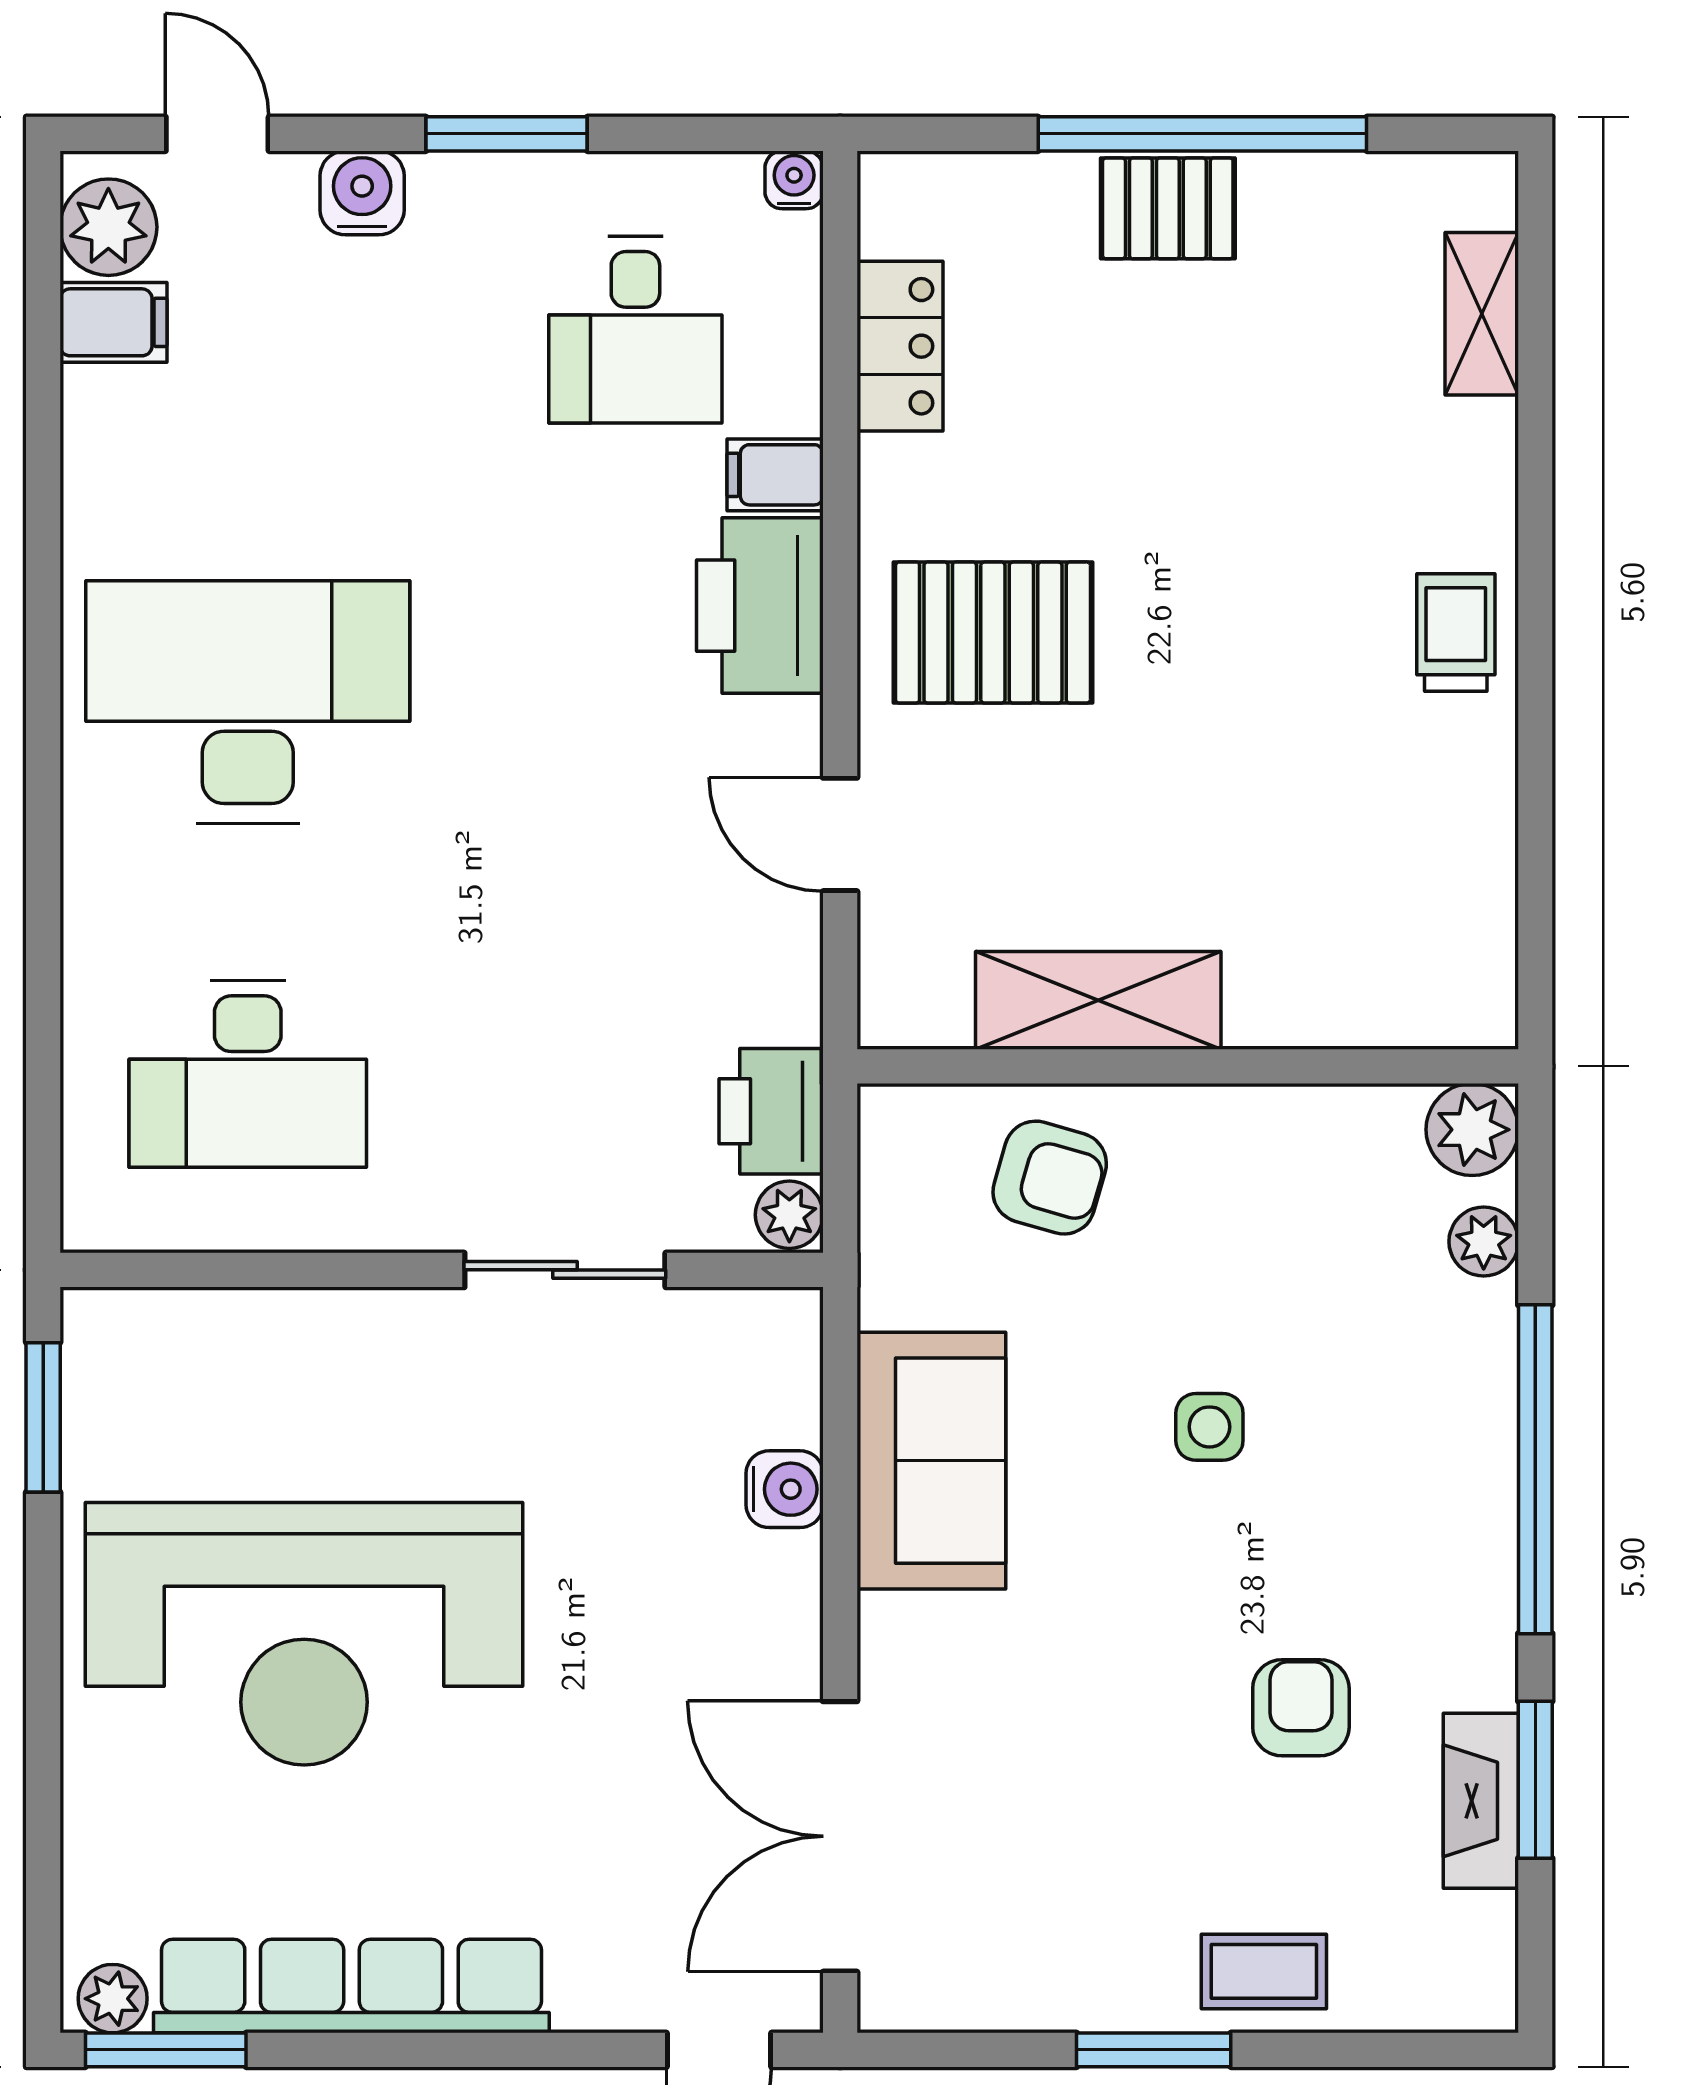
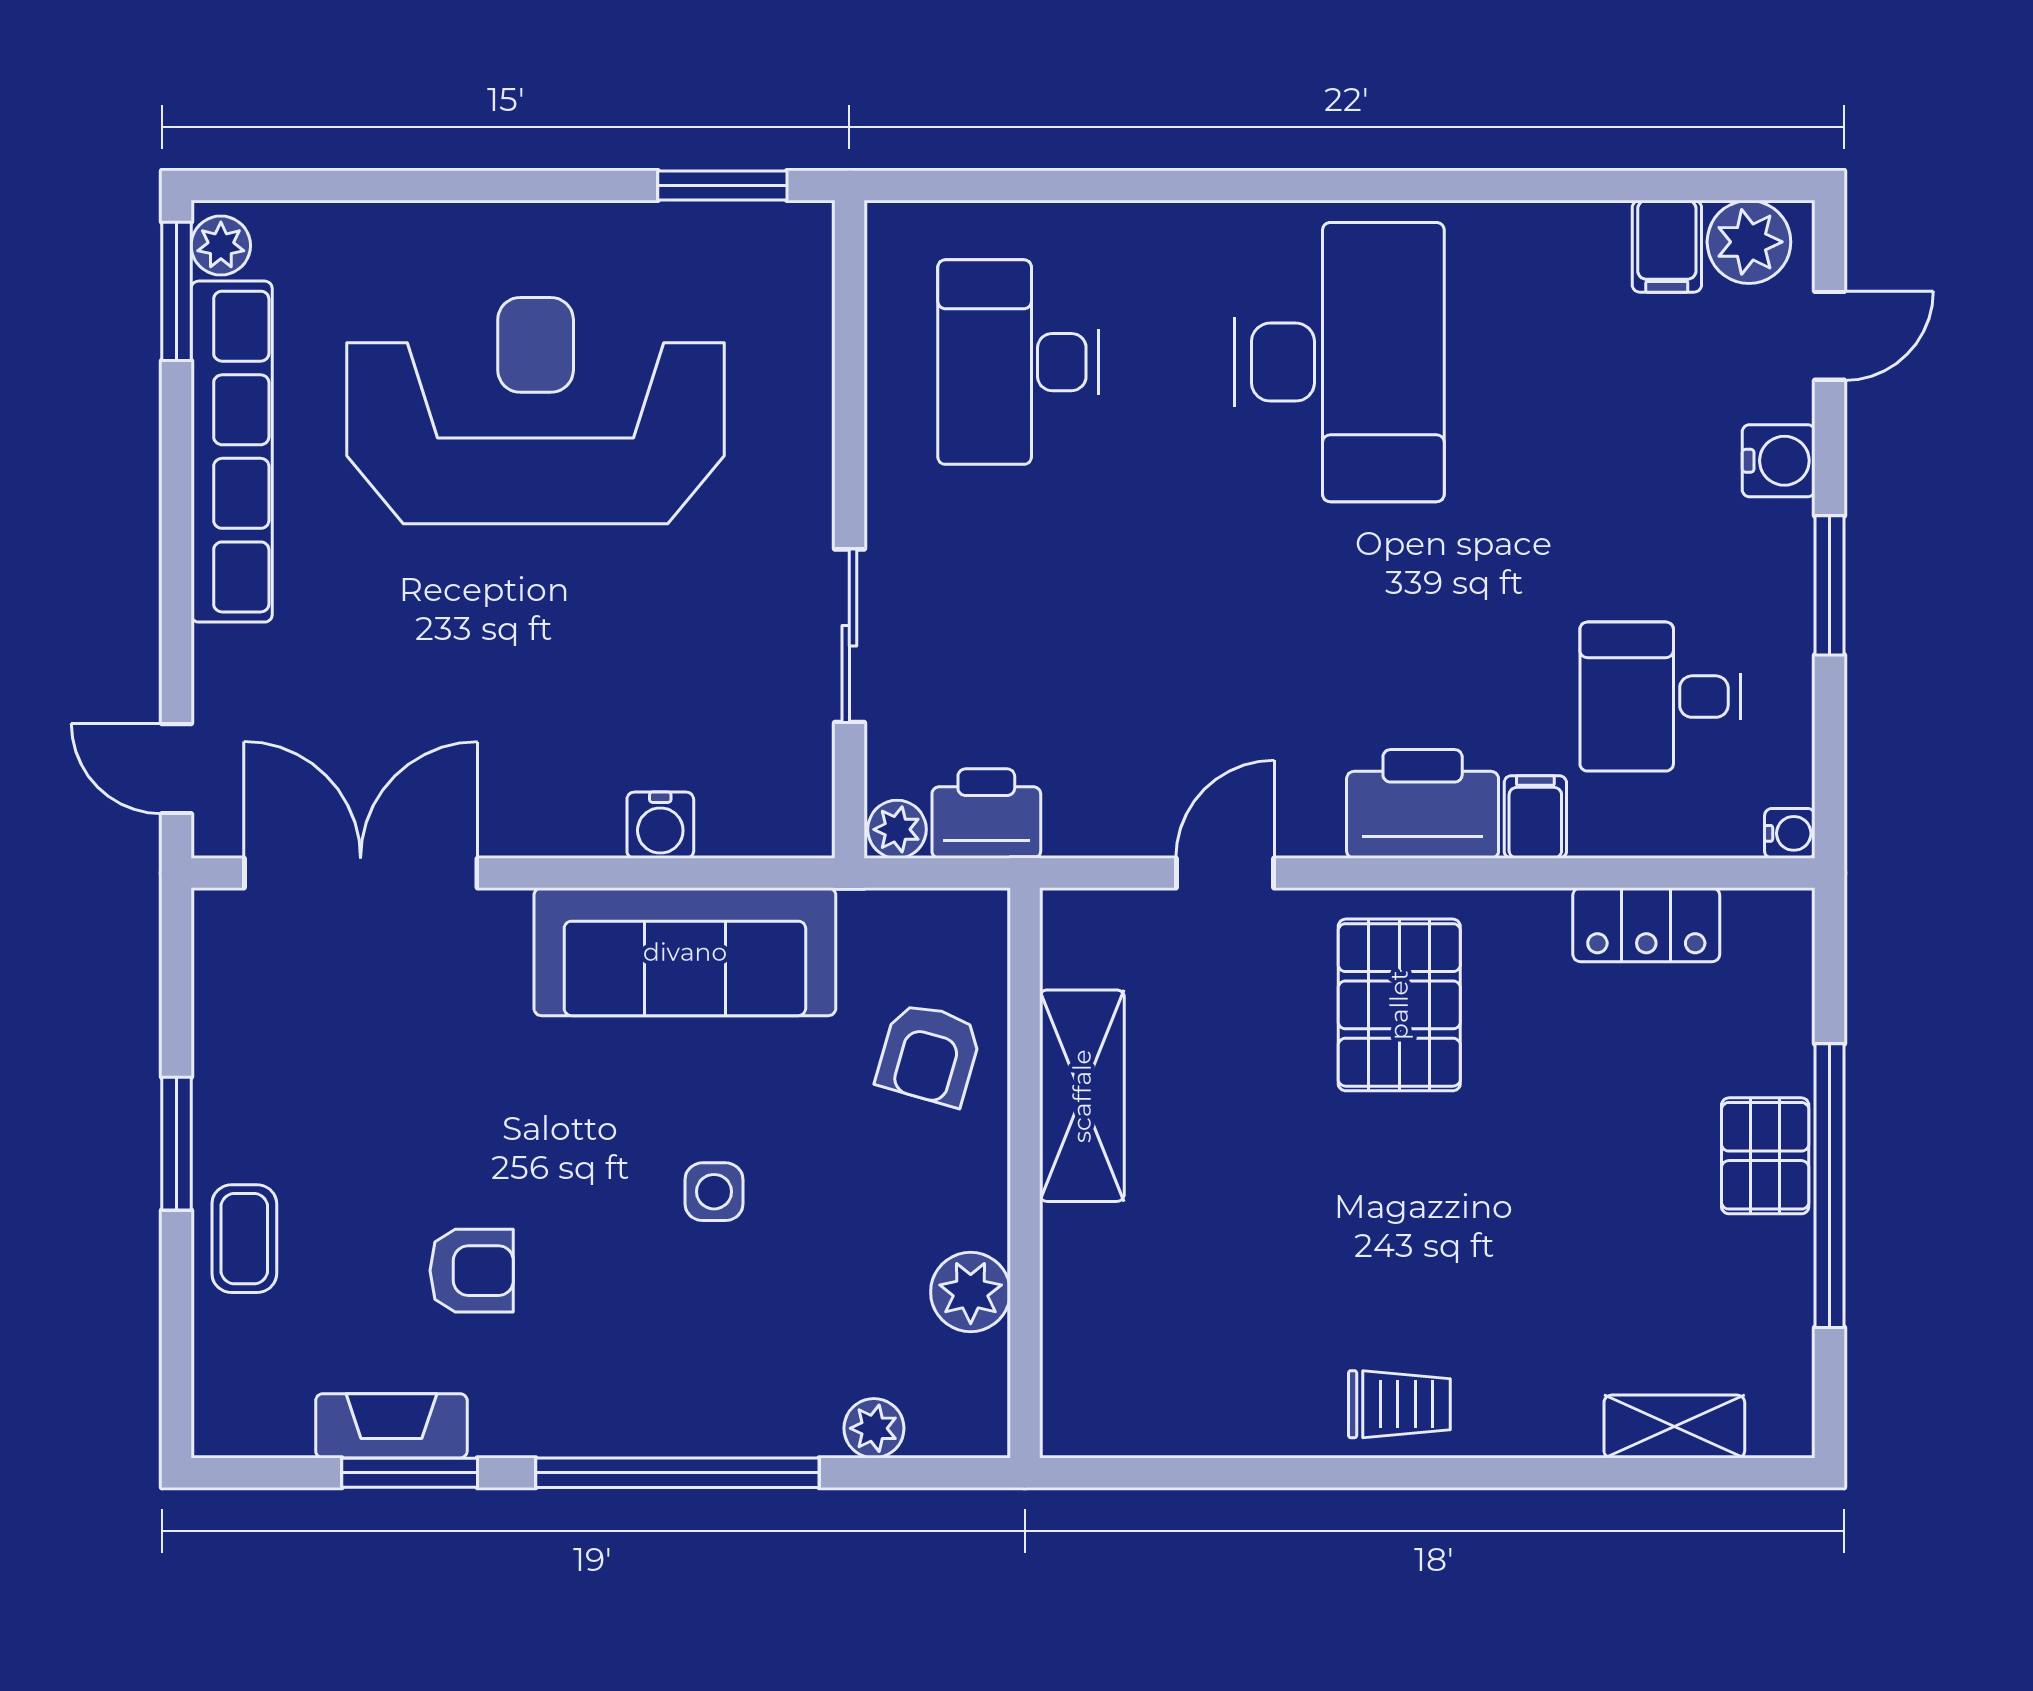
plant: (1472, 1130) -> (971, 1292), moved
sofa: (931, 1461) -> (685, 952), width x1.36
reception desk: (304, 1634) -> (536, 411), turned 90

